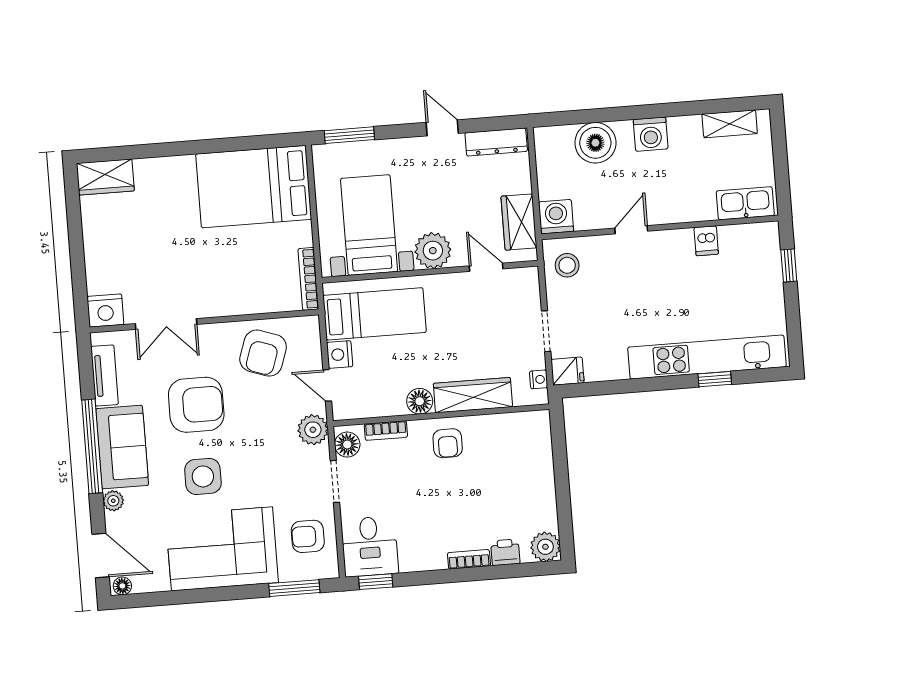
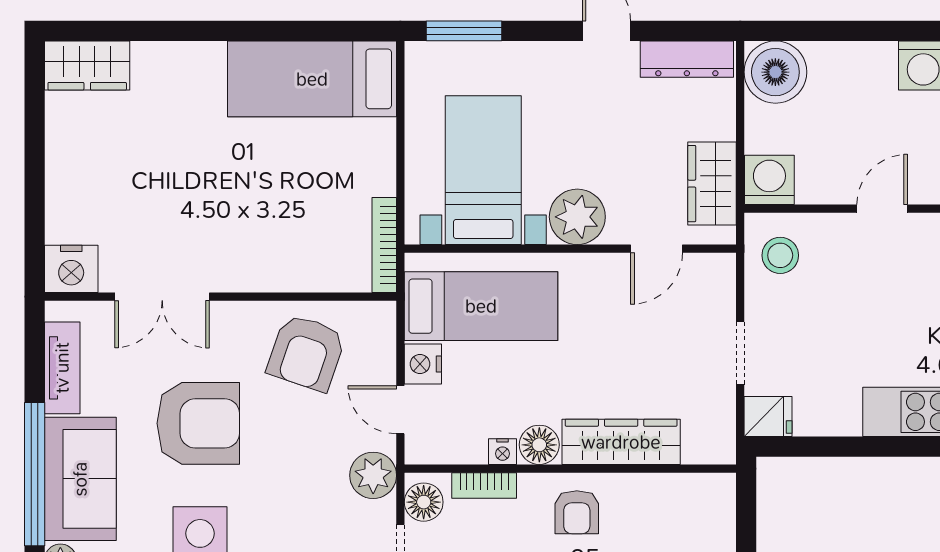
boiler: (595, 143) -> (775, 72), moved
bed: (254, 187) -> (312, 79), width x0.67
door: (486, 267) -> (657, 249), swing flipped
nightstand: (539, 379) -> (502, 452), moved, turned 90

